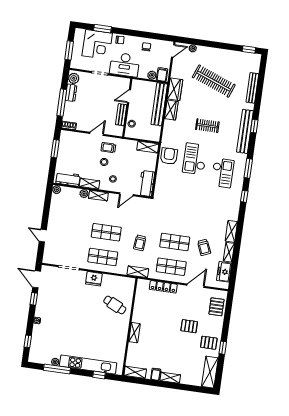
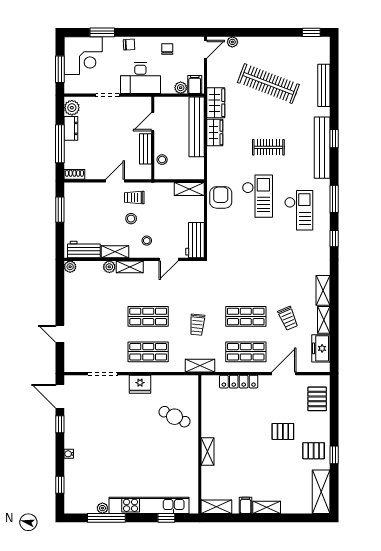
corner desk: (97, 45) -> (83, 56), moved
checkout: (195, 159) -> (257, 196), turned 180

